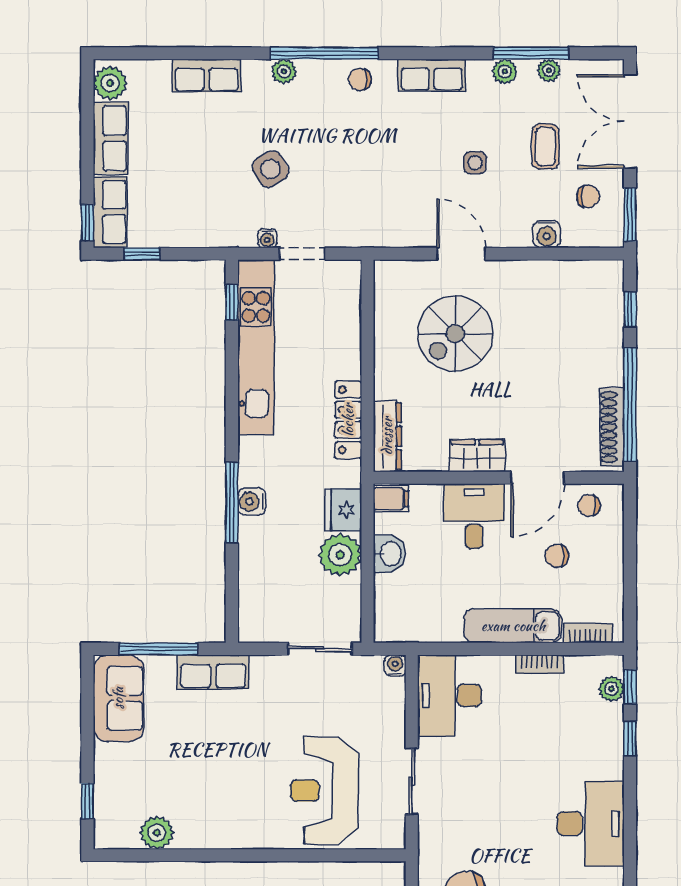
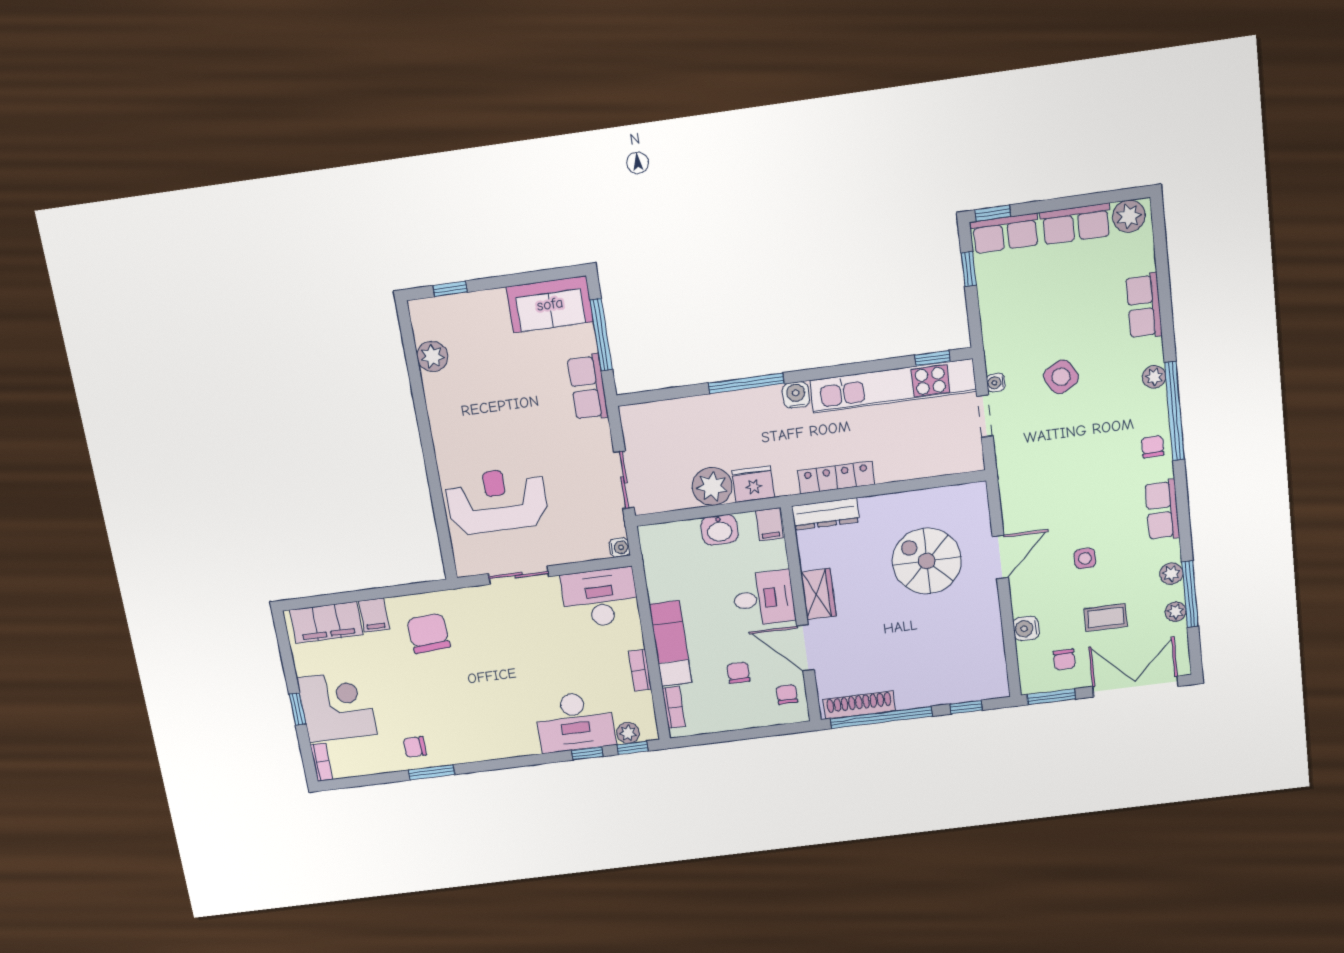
water cooler: (252, 502) -> (796, 395), moved
desk: (591, 824) -> (575, 722), moved

